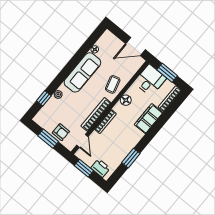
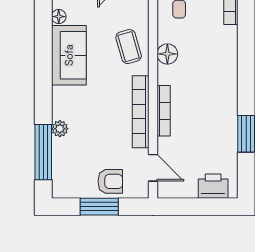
sofa: (82, 72) -> (69, 55), width x0.73
window: (44, 98) -> (43, 152), width x2.17
filing cabinet: (149, 119) -> (224, 53), removed
window: (84, 168) -> (189, 207), removed

